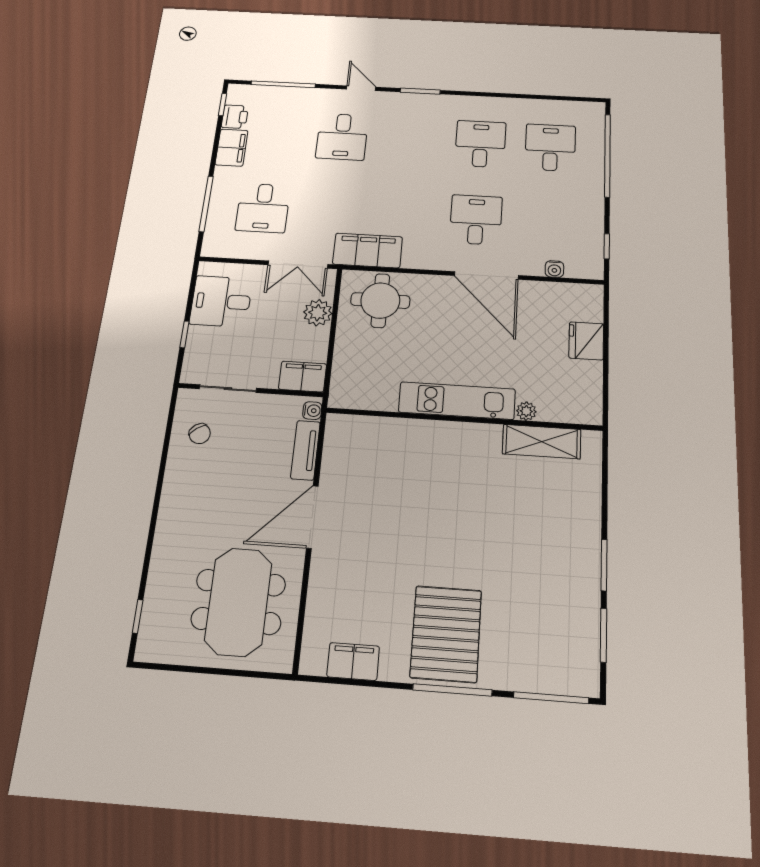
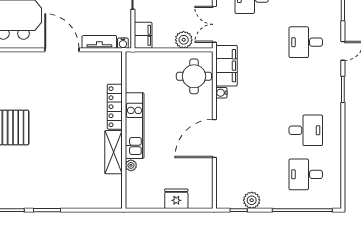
desk: (550, 148) -> (306, 174), turned 180
desk: (476, 220) -> (252, 130), removed
plant: (590, 226) -> (252, 200), added
water cooler: (554, 269) -> (221, 93), moved
locker: (422, 432) -> (115, 107), added
shelving: (542, 442) -> (114, 152), moved

